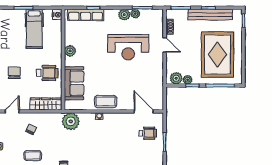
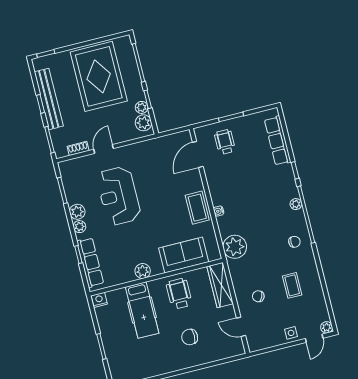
plant: (135, 14) -> (79, 227), moved
hospital bed: (34, 29) -> (142, 310), moved, turned 90
reception desk: (128, 47) -> (119, 196), turned 180
rug: (217, 54) -> (99, 76), turned 90

